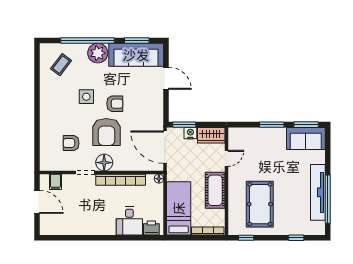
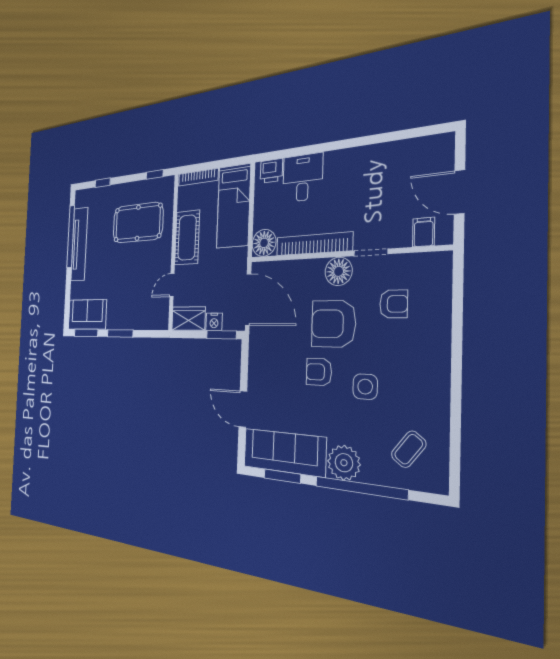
armchair: (106, 132) -> (333, 324), turned -90
floor lamp: (159, 179) -> (264, 243), width x1.89, depth x1.89
pool table: (260, 204) -> (138, 223), turned 90

